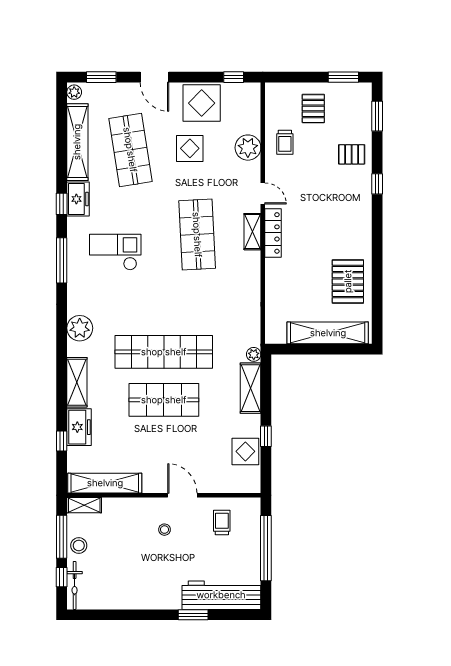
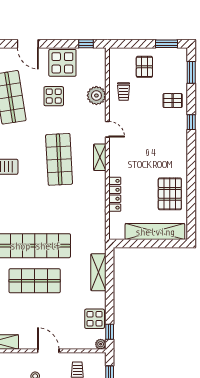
locker: (273, 233) -> (115, 194), moved
plant: (254, 354) -> (101, 344), moved
window: (266, 436) -> (110, 332), moved

